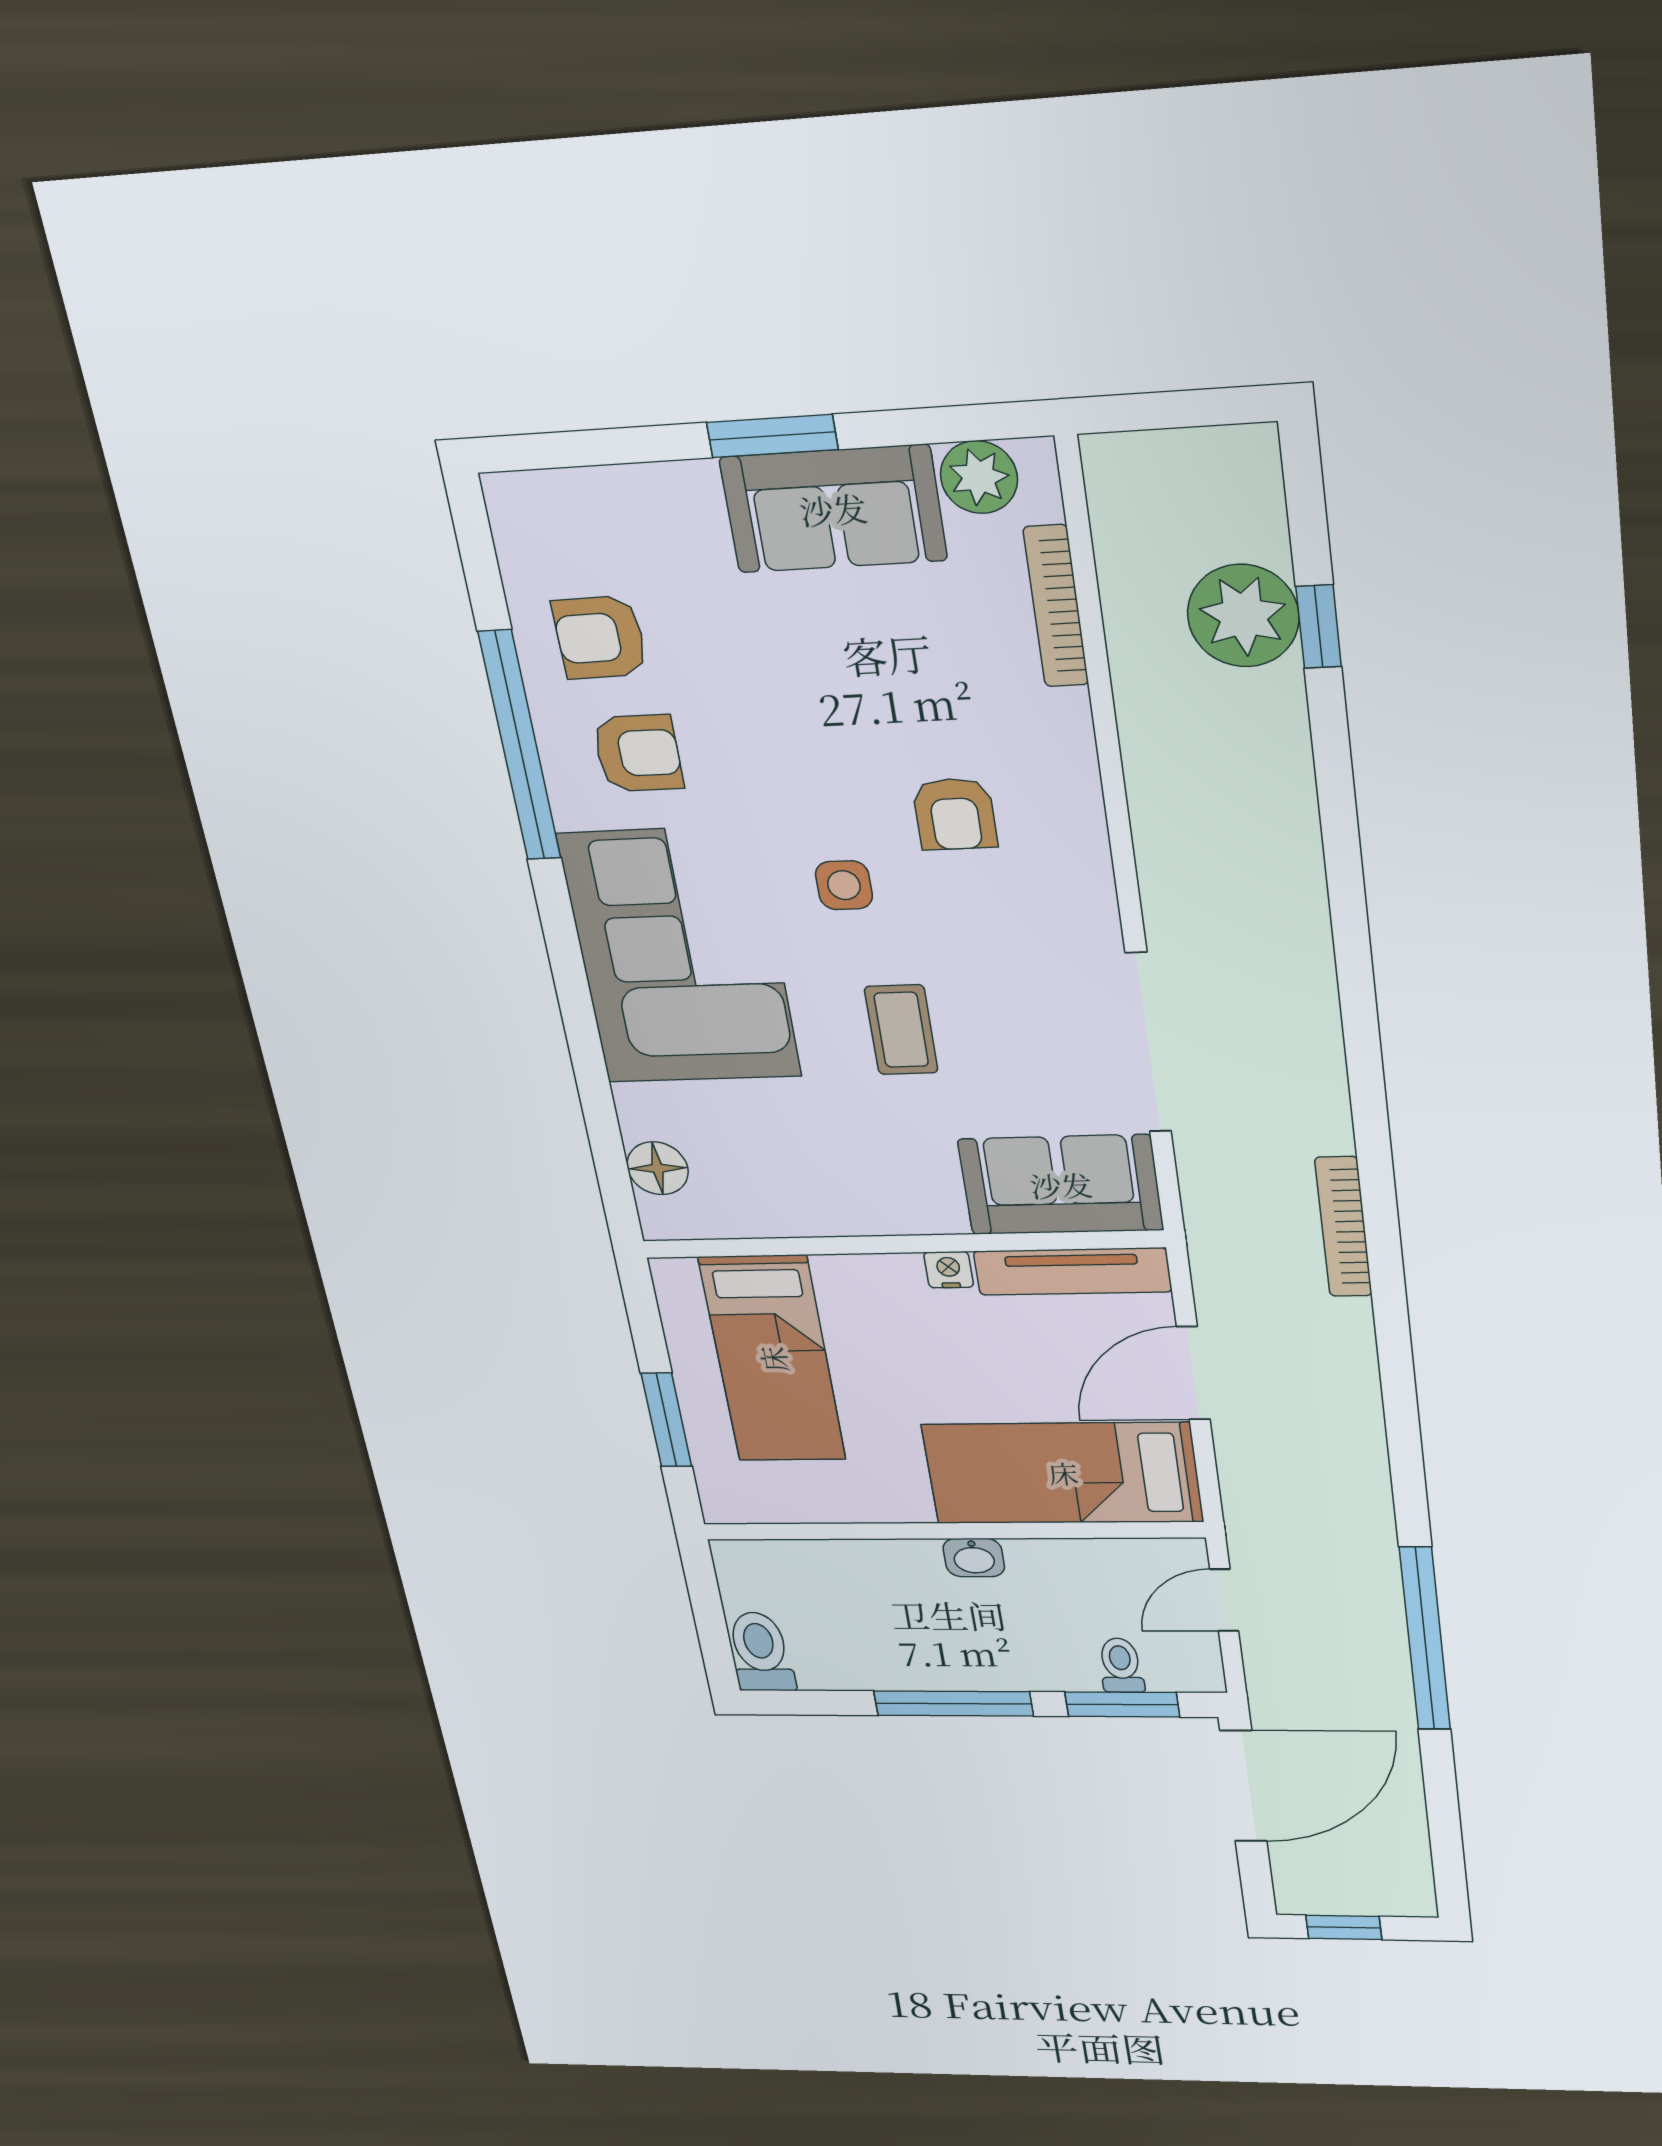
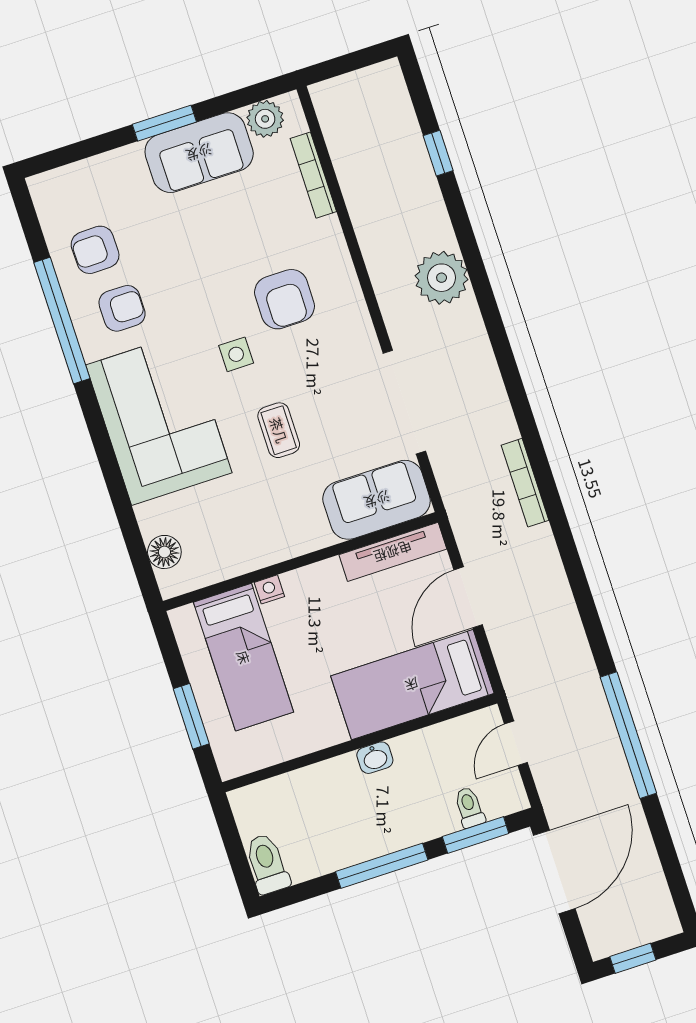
plant: (1243, 616) -> (442, 278), moved
armchair: (955, 814) -> (285, 299), width x1.38, depth x1.38
nightstand: (949, 1270) -> (269, 589), moved

